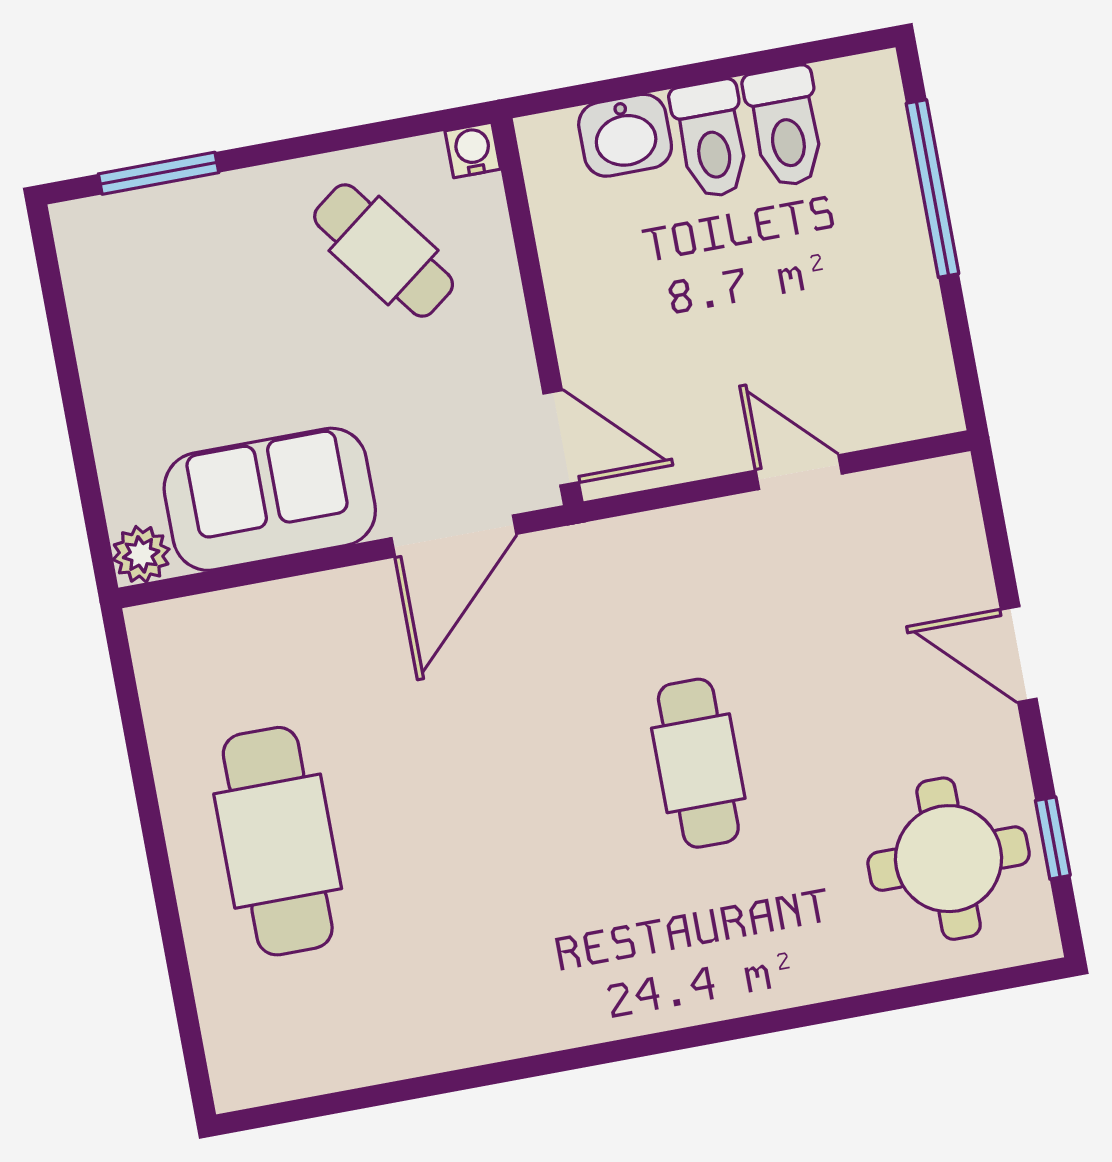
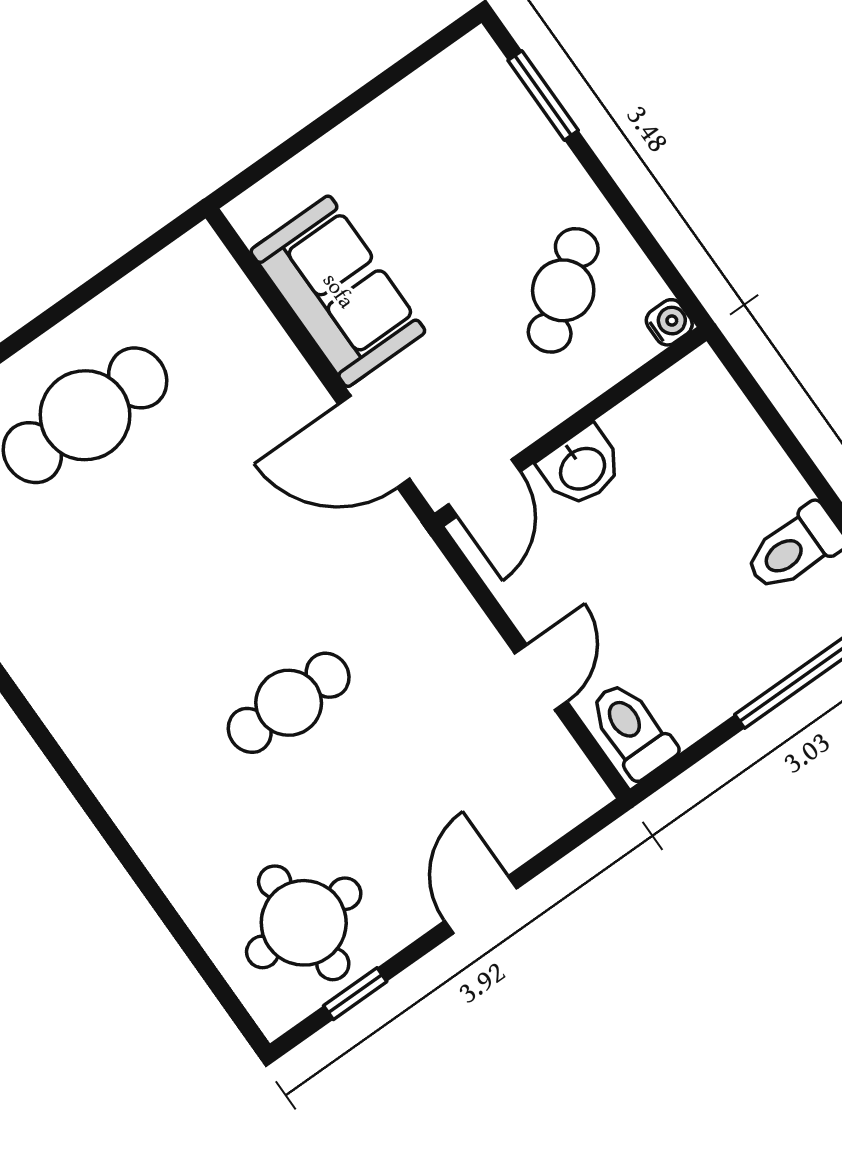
washbasin: (625, 135) -> (582, 467), moved, turned -90
toilet: (711, 139) -> (632, 730), moved, turned 90
plant: (141, 554) -> (252, 214), removed

